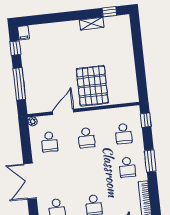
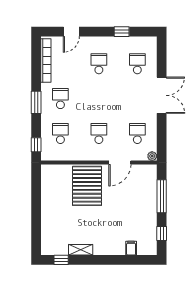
filing cabinet: (23, 33) -> (131, 248), moved

